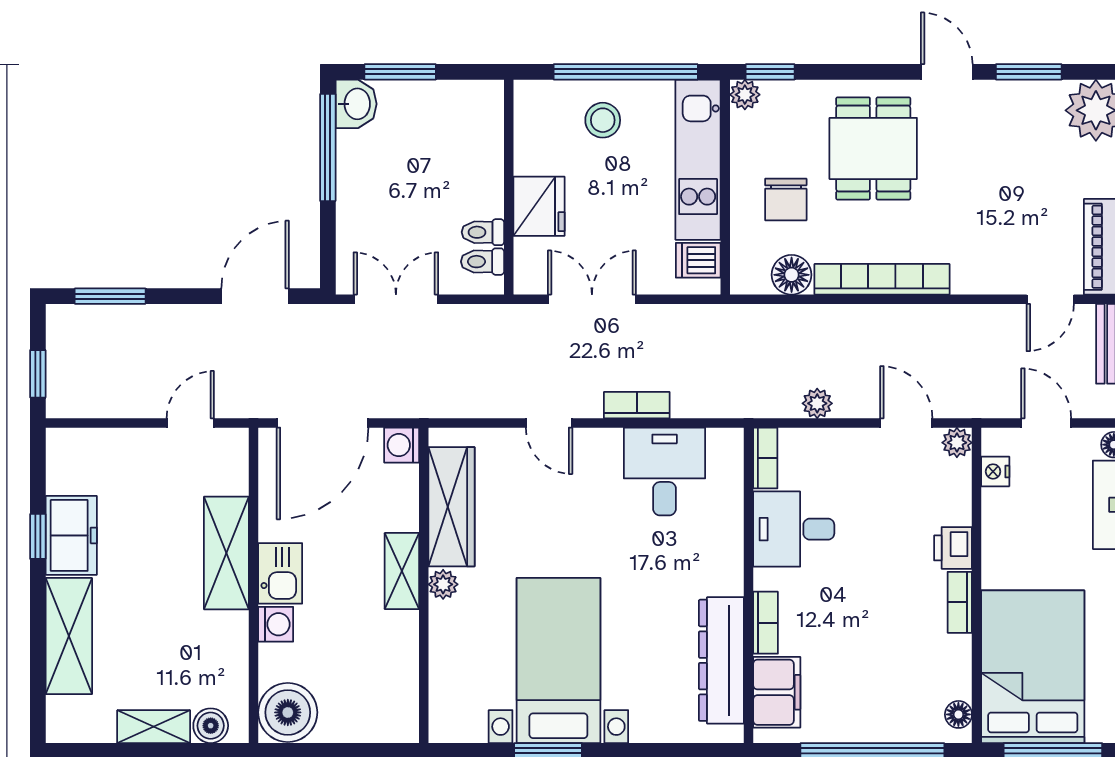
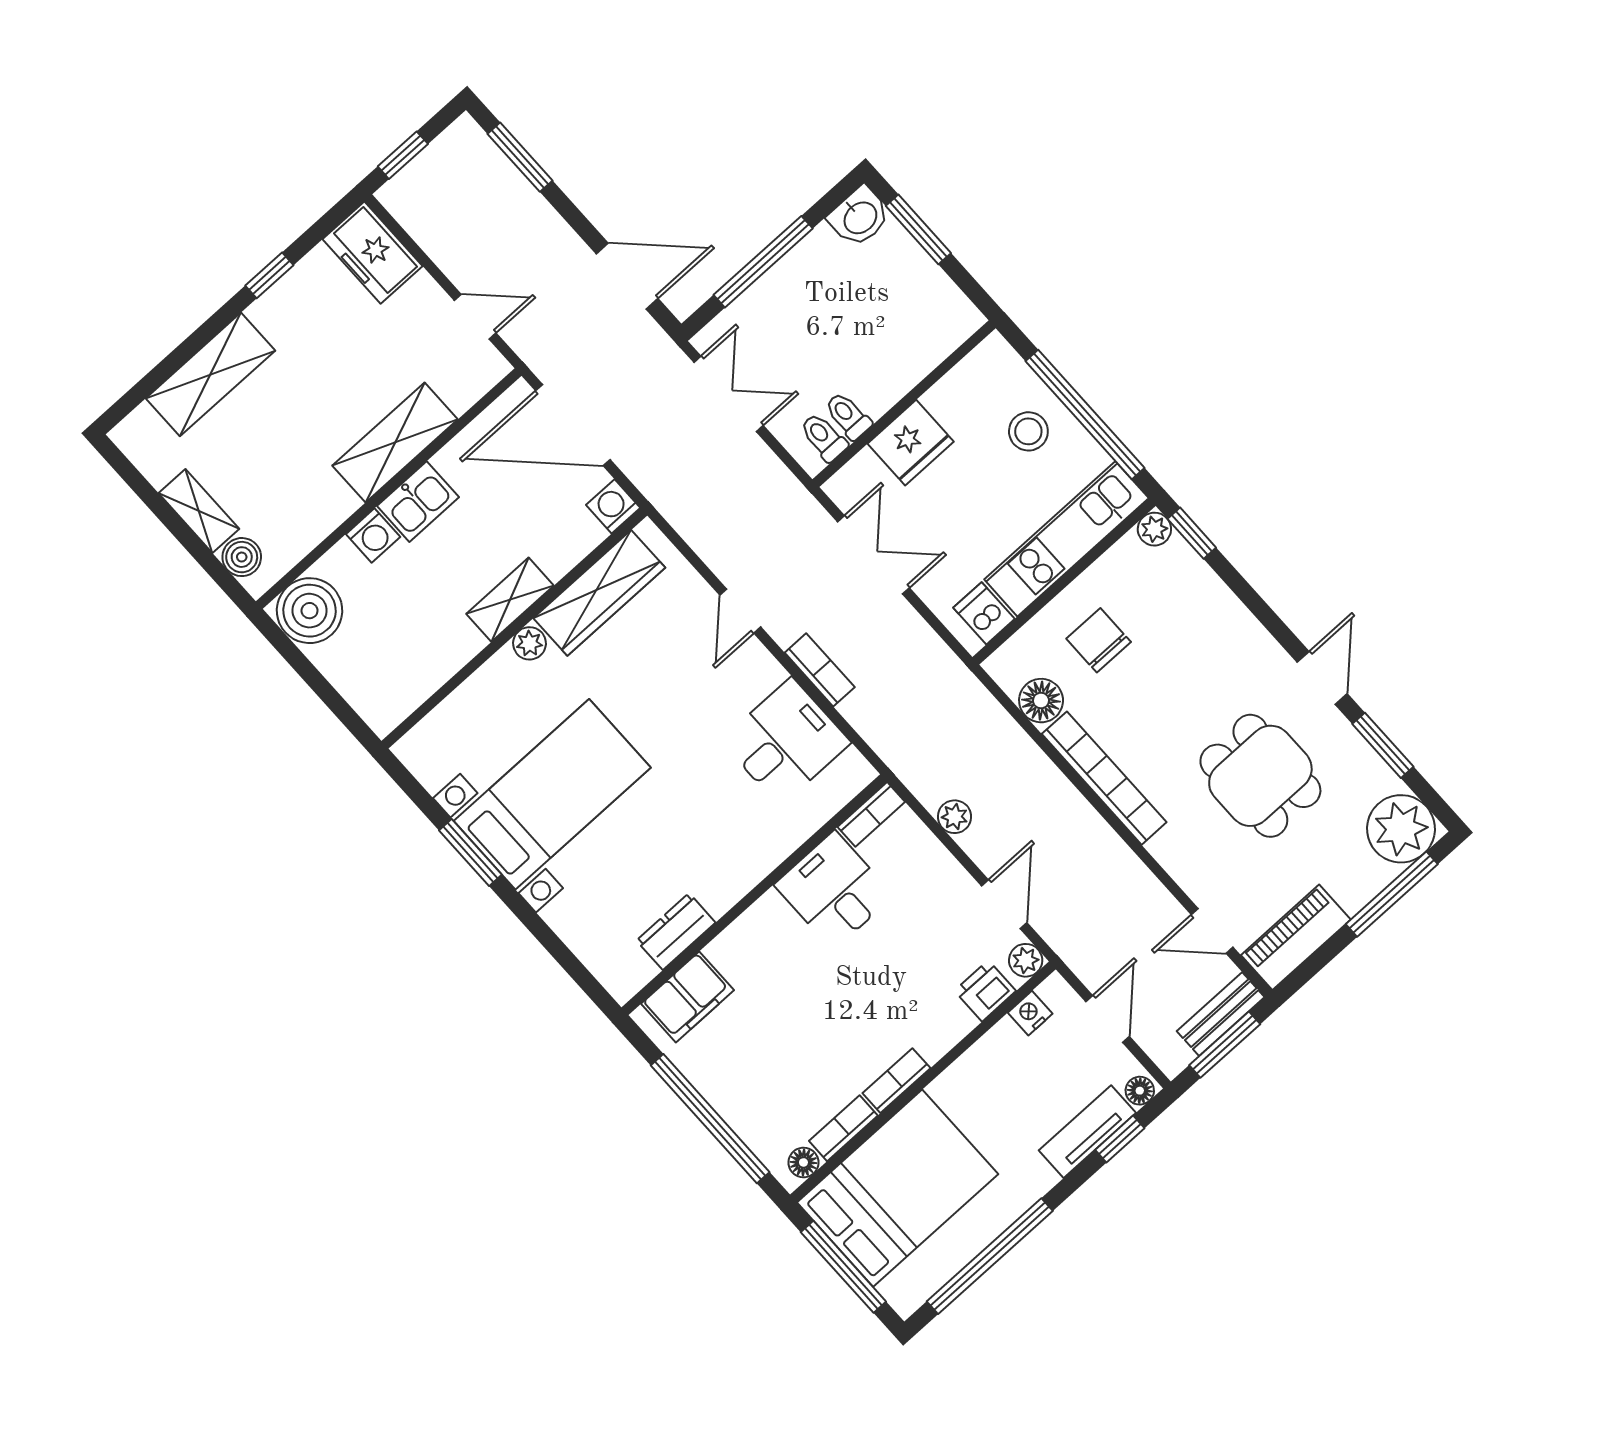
window: (328, 148) -> (763, 262), moved
dining table: (873, 148) -> (1260, 776), moved, turned 90
chair: (786, 200) -> (1099, 640), turned 90
freezer: (71, 535) -> (373, 253), moved, turned 90
printer: (953, 548) -> (985, 991), moved
bookcase: (765, 623) -> (843, 1128), moved, turned 180
dresser: (721, 660) -> (676, 931), width x0.51, depth x0.80

